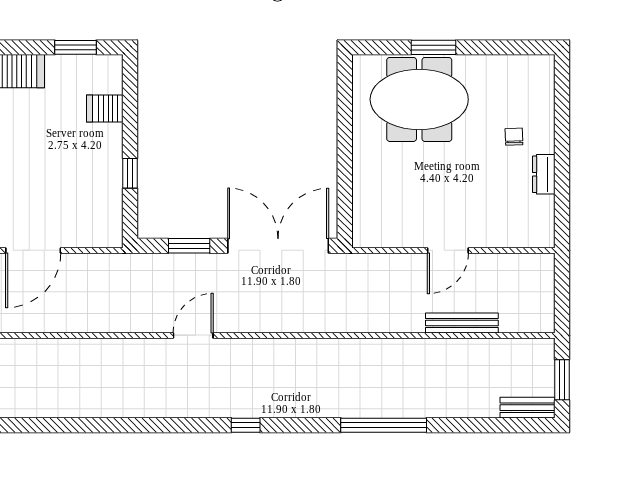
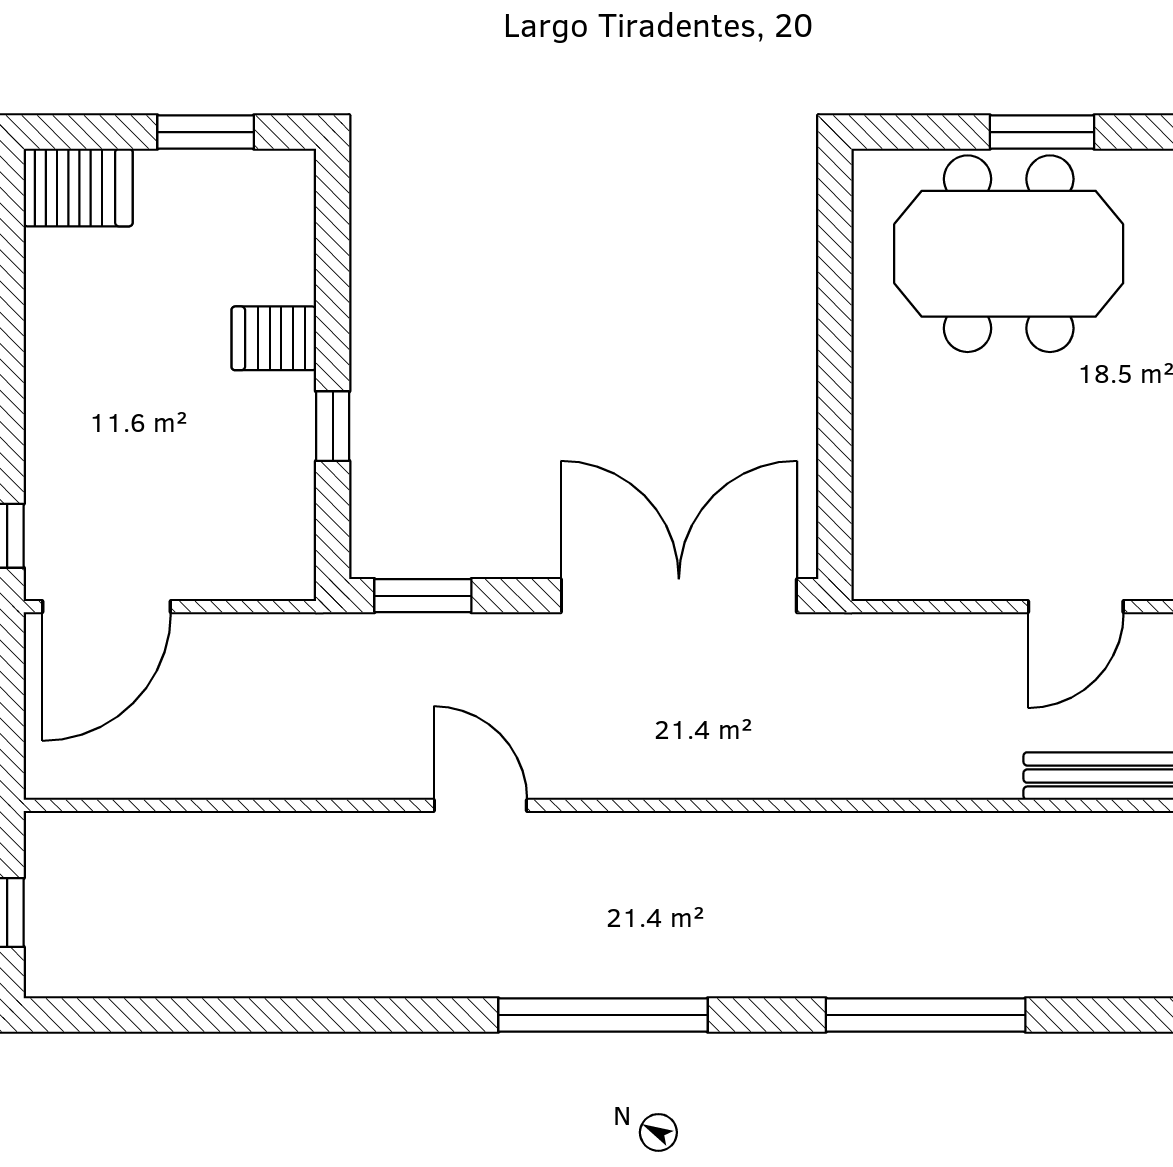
server rack: (105, 108) -> (274, 338), moved
window: (189, 246) -> (423, 596), moved
door: (193, 335) -> (480, 805), hinge flipped
window: (246, 425) -> (603, 1015), width x3.17

